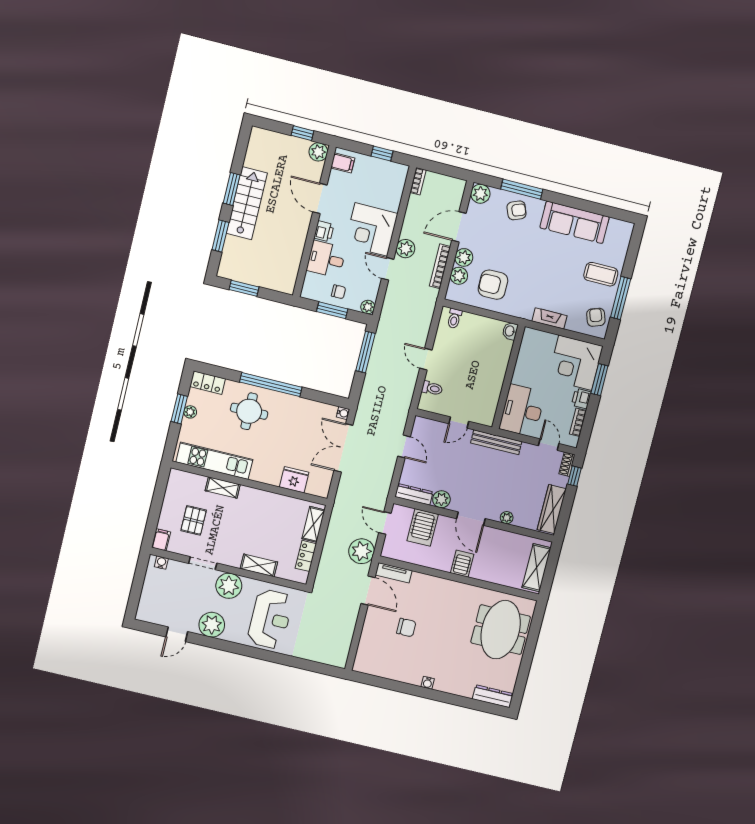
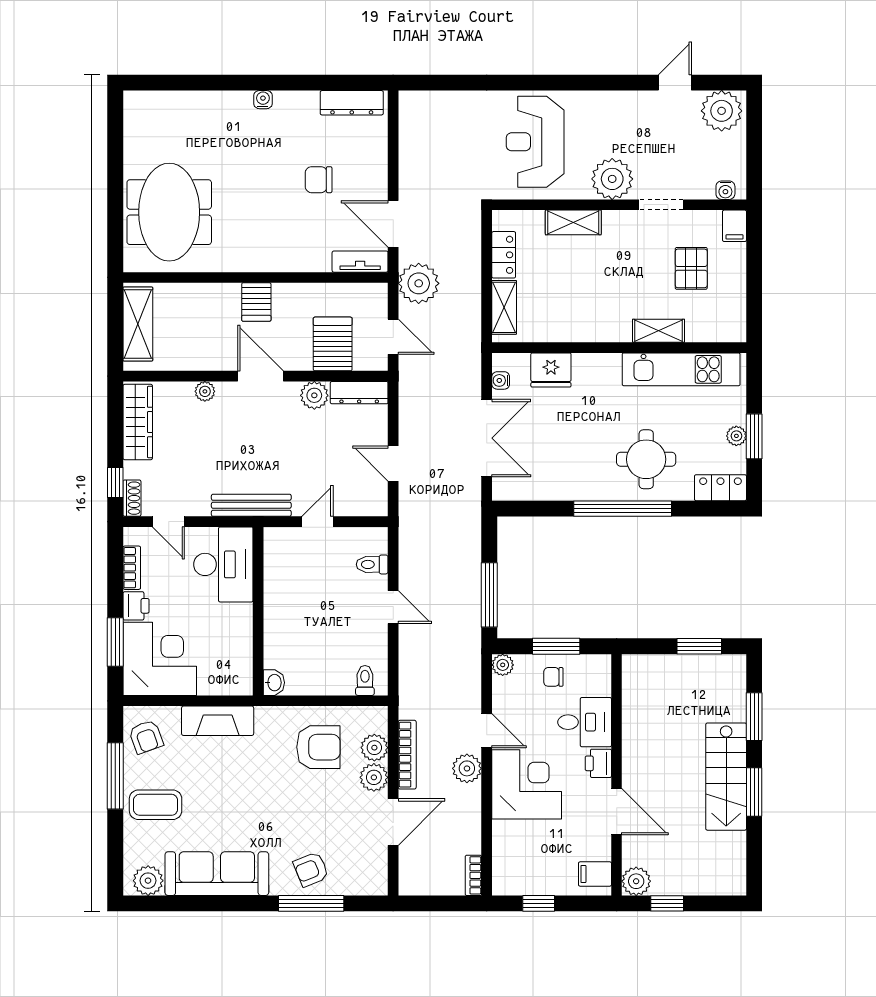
plant: (480, 194) -> (148, 881), moved
fireplace: (549, 318) -> (218, 721), width x1.37, depth x1.32
water cooler: (343, 413) -> (501, 380), moved
plant: (212, 625) -> (722, 111), moved
dresser: (493, 696) -> (352, 103), moved

